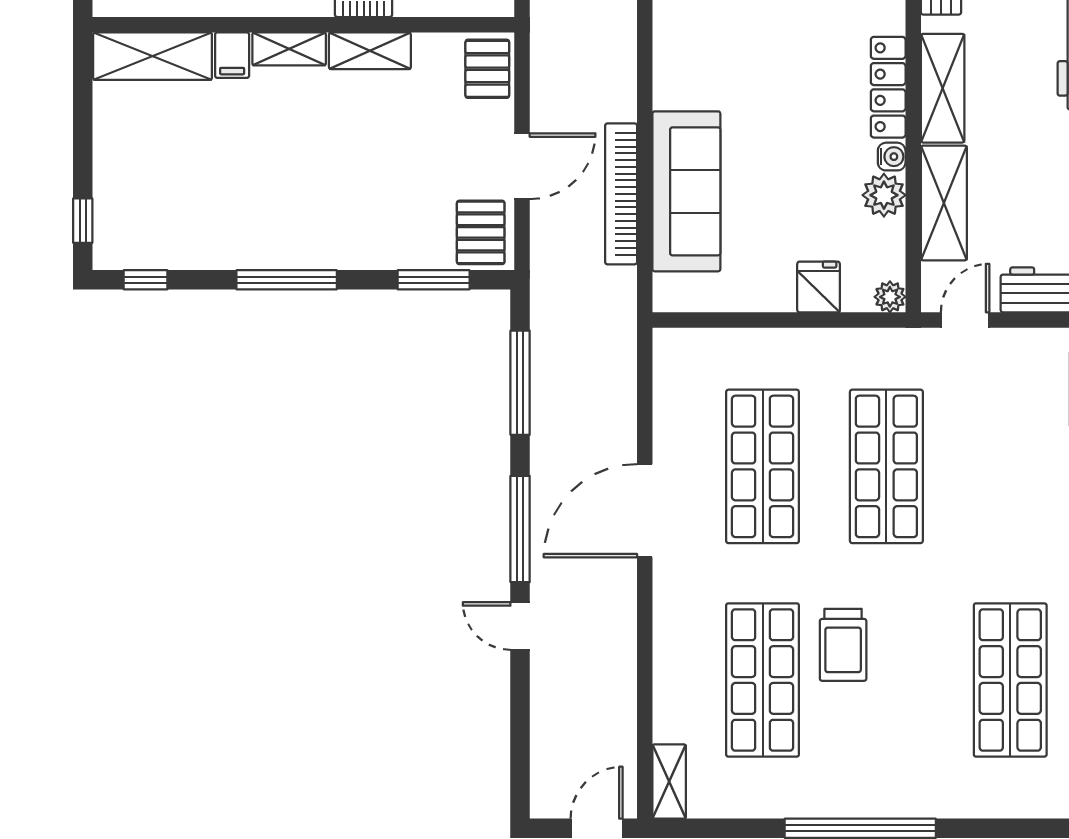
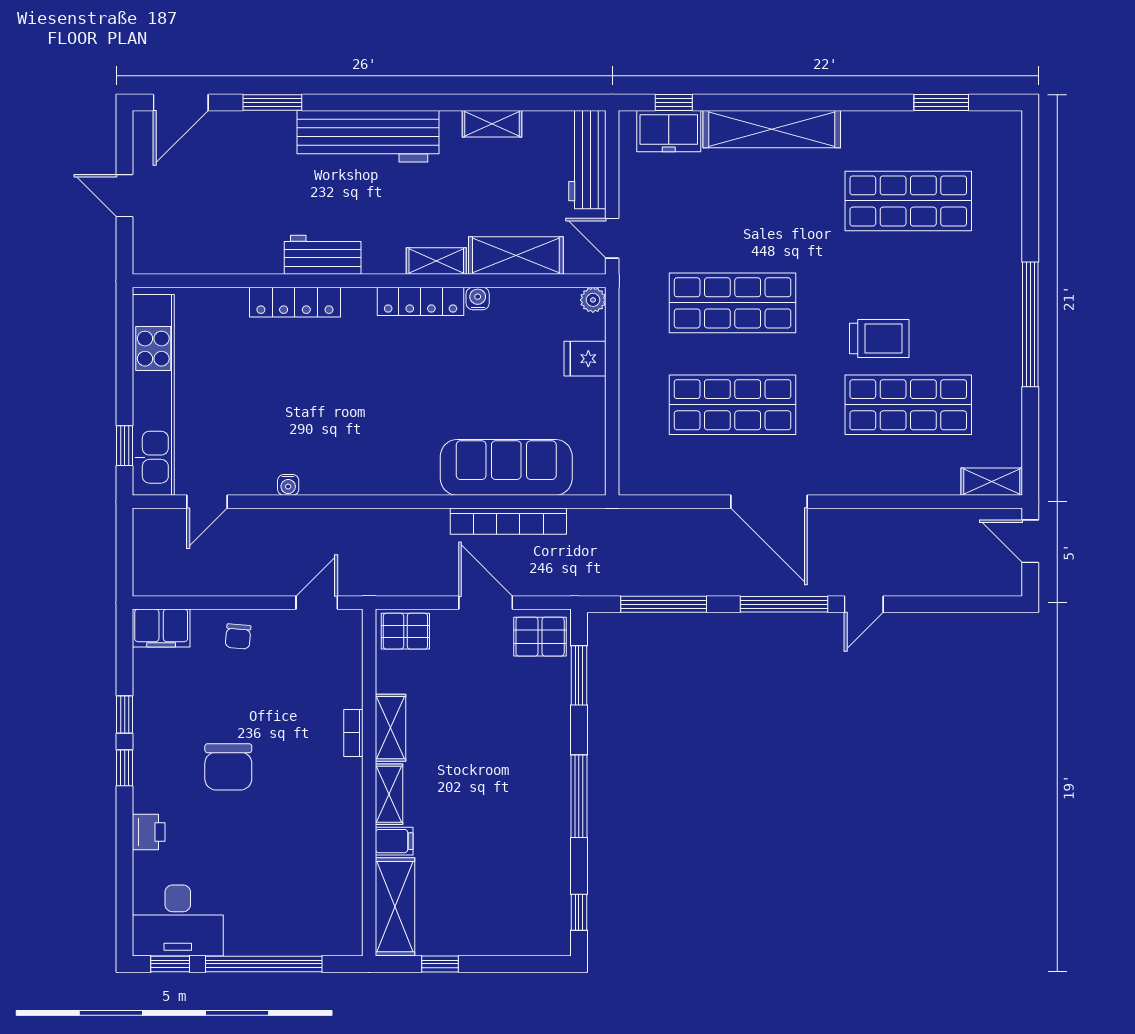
shelving: (943, 88) -> (436, 261), width x0.67, depth x0.75
plant: (884, 195) -> (509, 305), removed
window: (83, 221) -> (440, 964), moved

